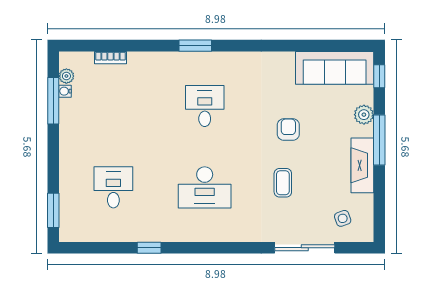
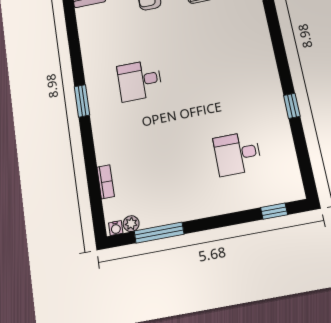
water cooler: (65, 91) -> (116, 228), moved
desk: (205, 187) -> (220, 64), removed
window: (53, 210) -> (274, 211), width x0.67

